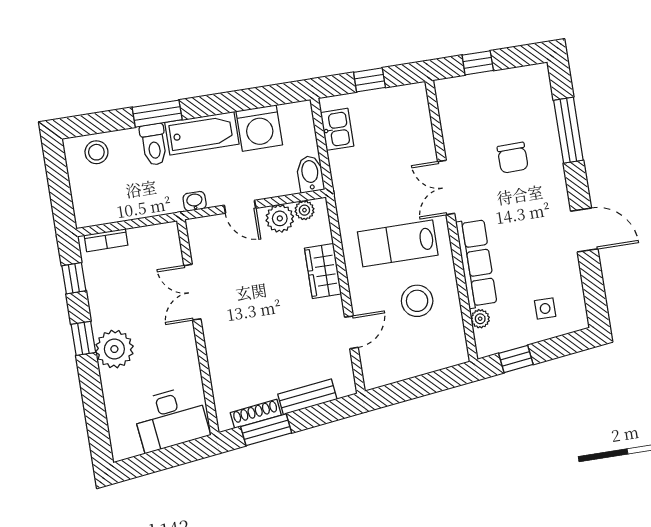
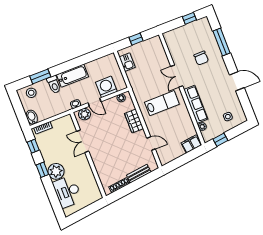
window: (478, 63) -> (189, 18), moved
window: (157, 114) -> (40, 76), moved
washing machine: (259, 128) -> (106, 87), moved, turned 180
bidet: (310, 174) -> (32, 117), moved
plant: (280, 218) -> (84, 114), moved
lab bench: (398, 243) -> (162, 103), turned 180
stool: (417, 301) -> (175, 125), removed
door: (351, 332) -> (151, 143), hinge flipped
filing cabinet: (446, 354) -> (191, 144), added
desk: (171, 419) -> (67, 192), moved, turned 97
window: (266, 430) -> (125, 191), removed

